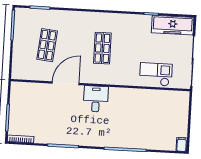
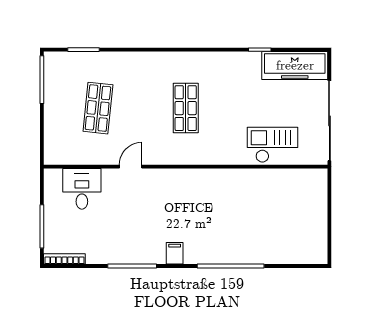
door: (66, 83) -> (131, 167), width x0.53
desk: (96, 99) -> (82, 189), moved
filing cabinet: (182, 144) -> (175, 253), moved

